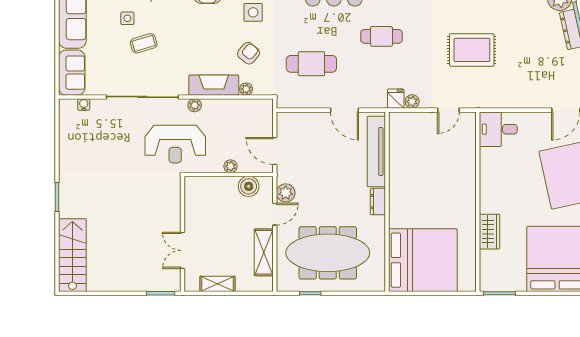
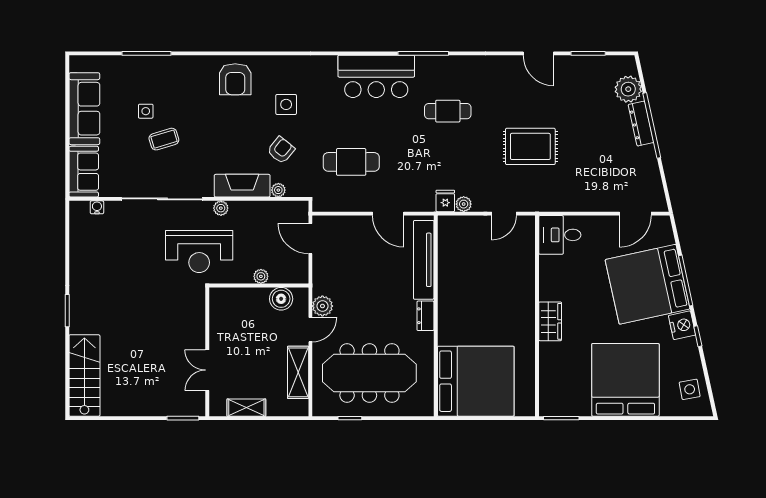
cafe table: (381, 36) -> (448, 111), moved
door: (275, 151) -> (310, 239), moved
wardrobe: (490, 232) -> (550, 321), moved

